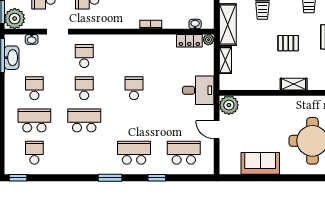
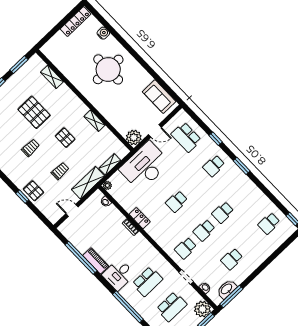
locker: (189, 41) -> (140, 218), moved
shelving: (294, 84) -> (95, 121), moved
desk: (198, 90) -> (145, 166), width x1.87, depth x1.30
school desk: (34, 120) -> (250, 241), removed
school desk: (84, 120) -> (223, 212), width x0.54
door: (217, 130) -> (155, 131), hinge flipped
school desk: (134, 153) -> (214, 166), width x0.54
sofa: (260, 163) -> (159, 97), moved

